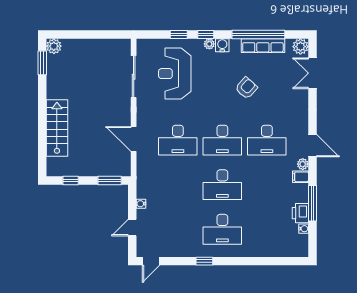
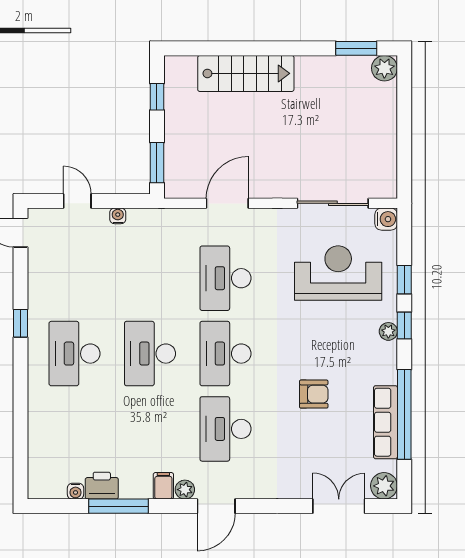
water cooler: (222, 45) -> (386, 219), moved
armchair: (246, 88) -> (314, 394), turned -42

